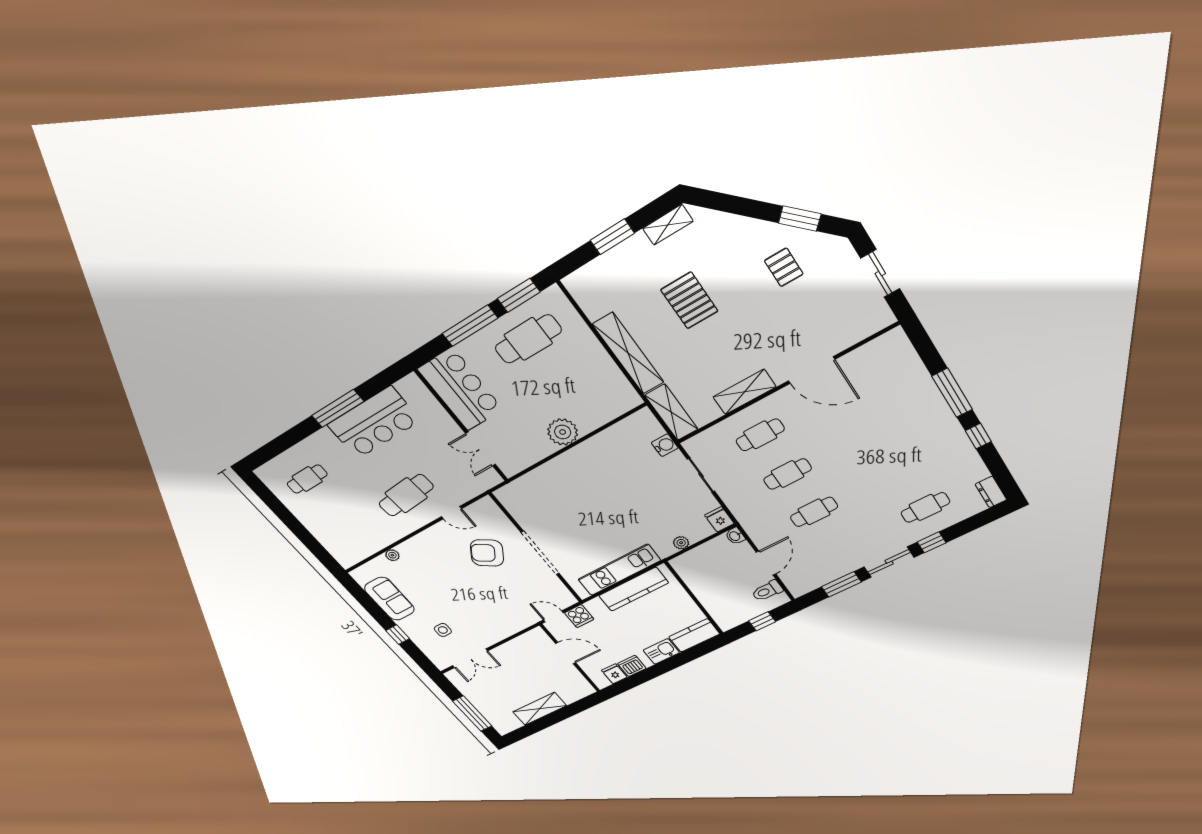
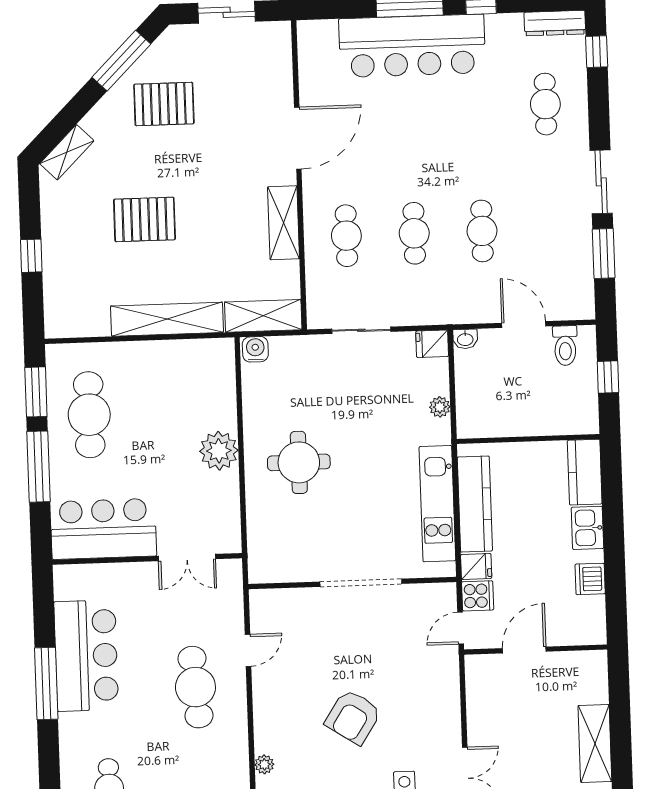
window: (800, 219) -> (121, 61), width x1.44
shelving: (668, 225) -> (67, 152), moved, turned 45
window: (612, 237) -> (31, 256), width x0.67
pallet: (784, 267) -> (164, 104), width x1.50, depth x1.42
bar counter: (923, 409) -> (412, 46), added
water cooler: (665, 445) -> (255, 349), moved
round table: (589, 482) -> (299, 462), added
dresser: (991, 492) -> (555, 23), width x1.44
window: (932, 542) -> (597, 52), moved
armchair: (487, 553) -> (353, 717), moved
fridge: (614, 674) -> (476, 566), moved, turned 180

